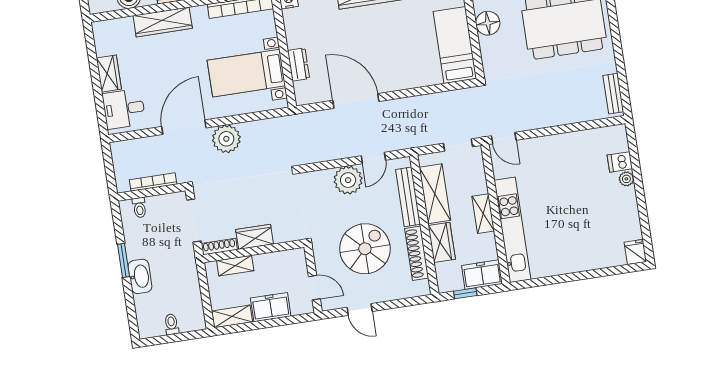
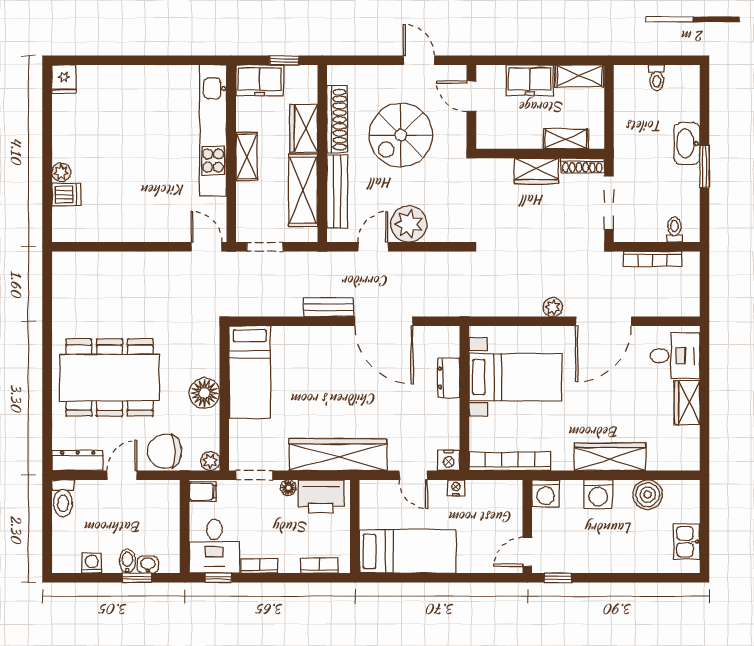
bench: (613, 94) -> (329, 307), moved, turned 90
plant: (226, 139) -> (553, 307), width x0.53, depth x0.53

